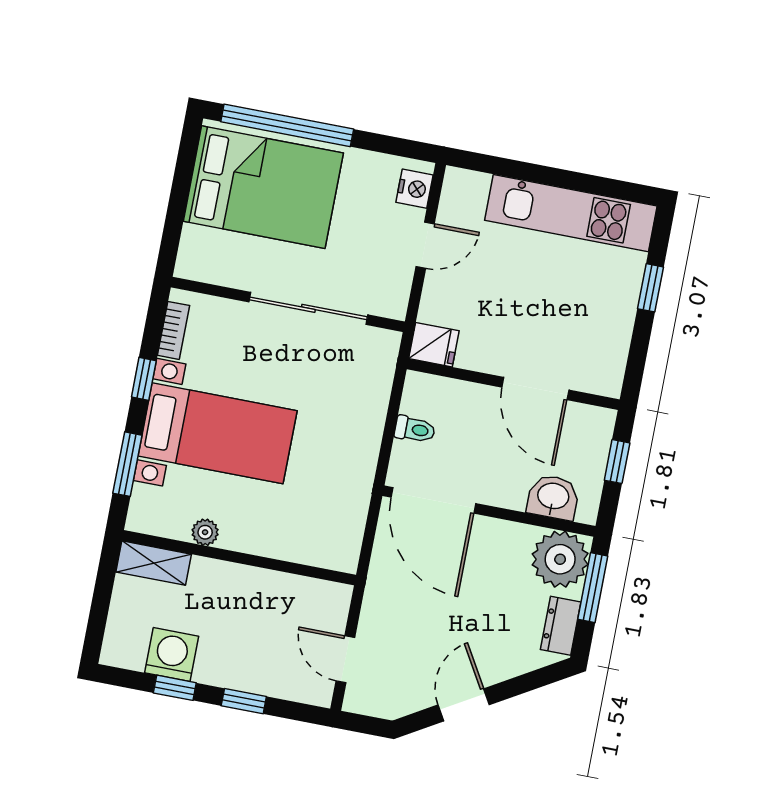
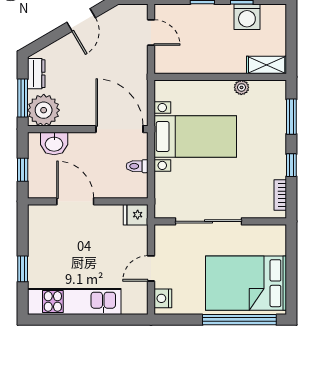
bed with nightstands: (218, 433) -> (195, 137), moved, turned 180

